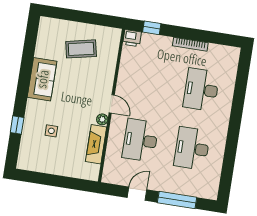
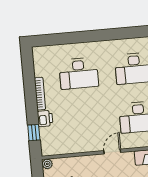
printer: (132, 38) -> (45, 119), moved
plant: (102, 119) -> (47, 164), moved

